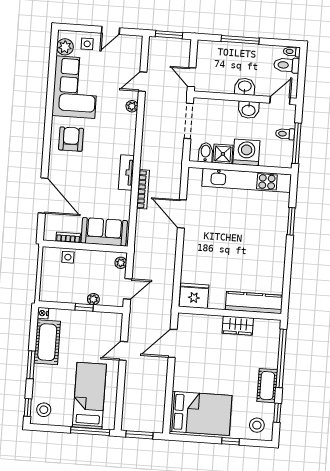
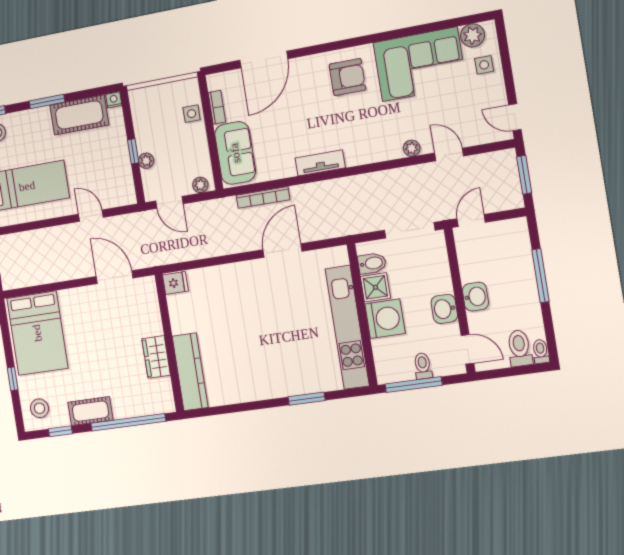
door: (110, 30) -> (515, 117), moved
bookcase: (143, 189) -> (263, 197), moved
fridge: (194, 296) -> (175, 283), width x0.53, depth x0.75

